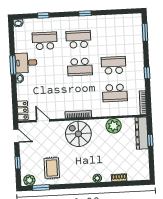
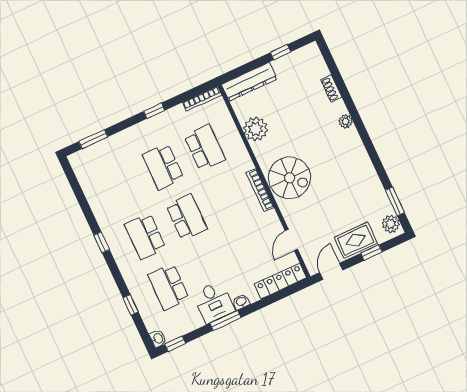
window: (11, 31) -> (175, 344), added
locker: (23, 110) -> (280, 281), width x1.53
spiral stairs: (78, 134) -> (290, 178), turned -90
window: (150, 140) -> (281, 52), moved
rug: (52, 168) -> (356, 240), moved

